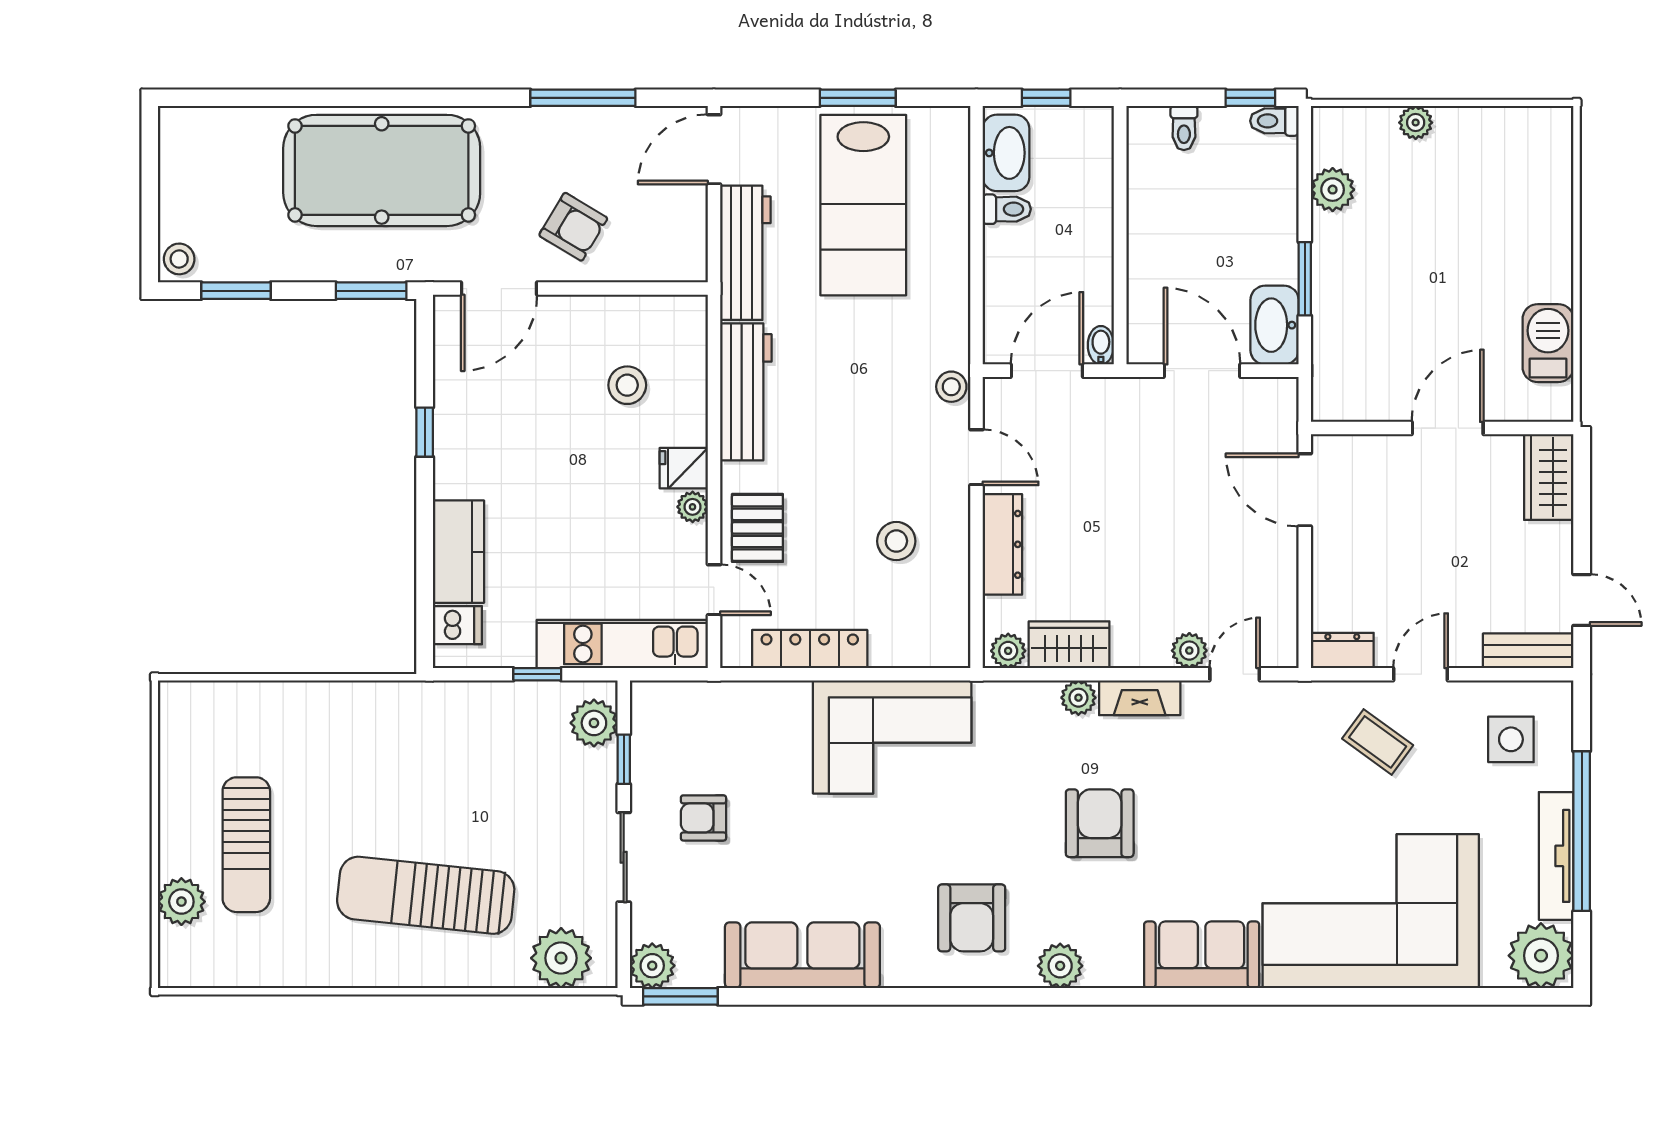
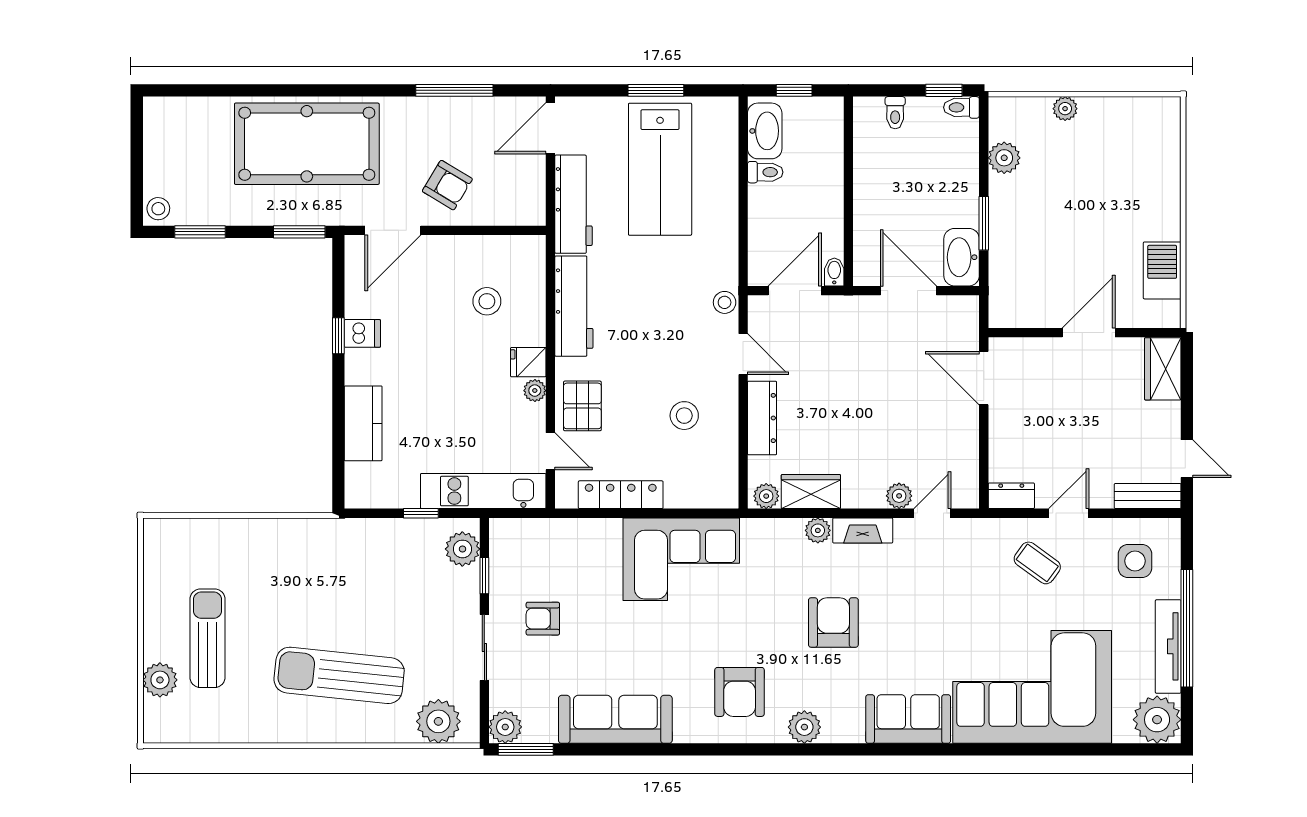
dishwasher: (457, 625) -> (362, 333), moved
sun lounger: (246, 845) -> (208, 638), turned 180

